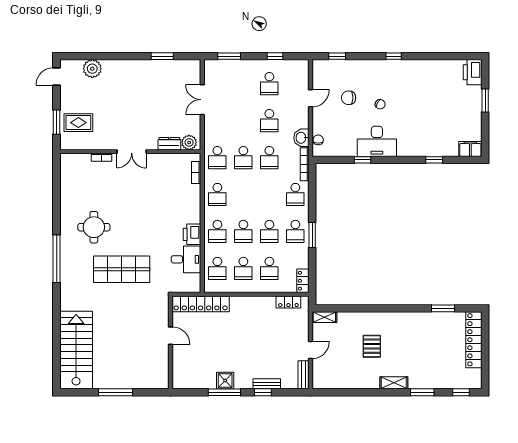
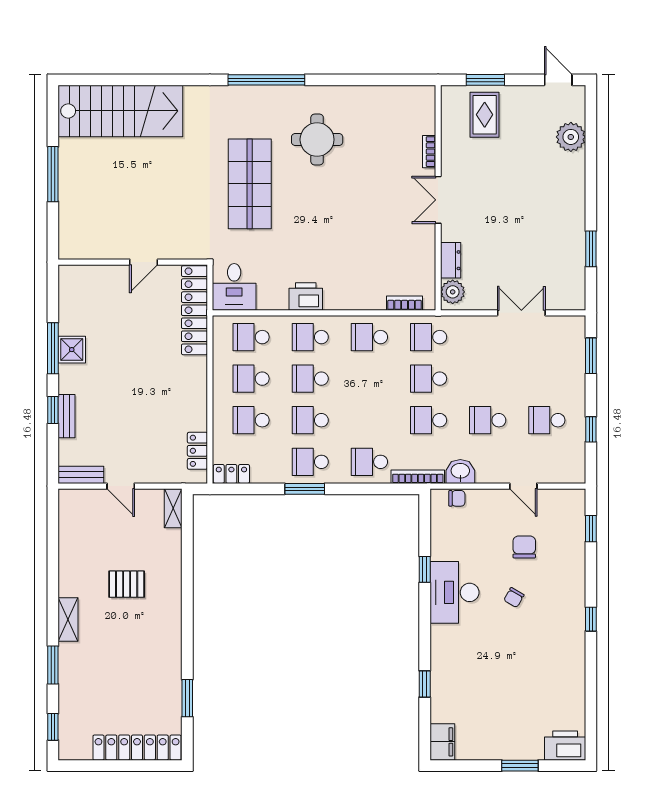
desk: (186, 259) -> (234, 287), moved

